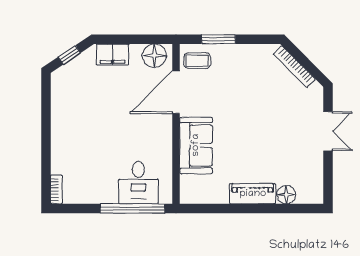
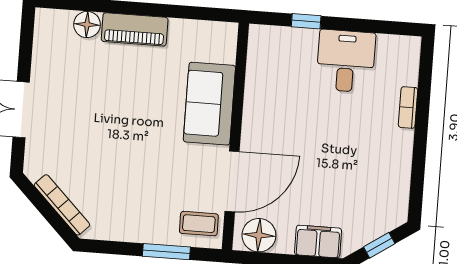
desk: (138, 183) -> (346, 61), moved
bookcase: (56, 189) -> (408, 107), moved
window: (132, 208) -> (306, 21), width x0.32

